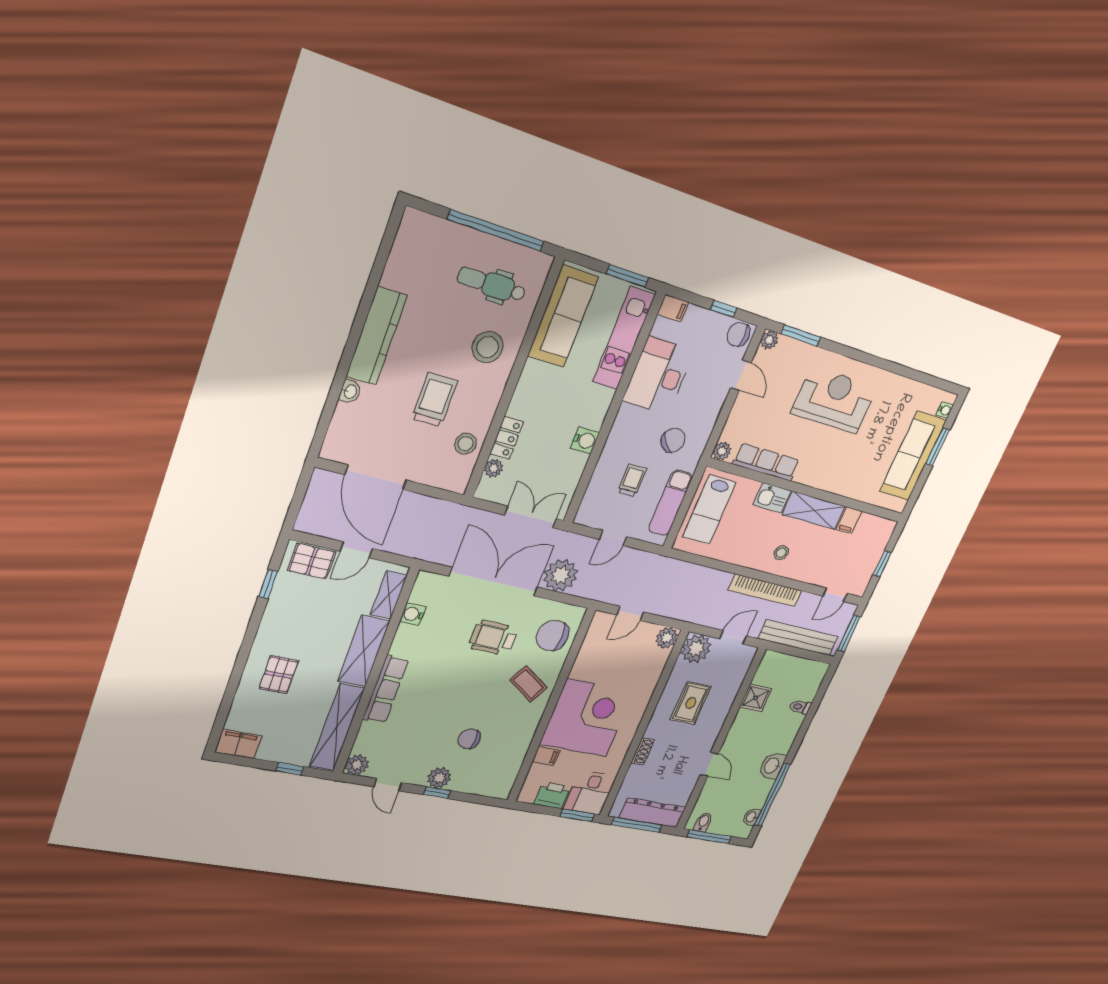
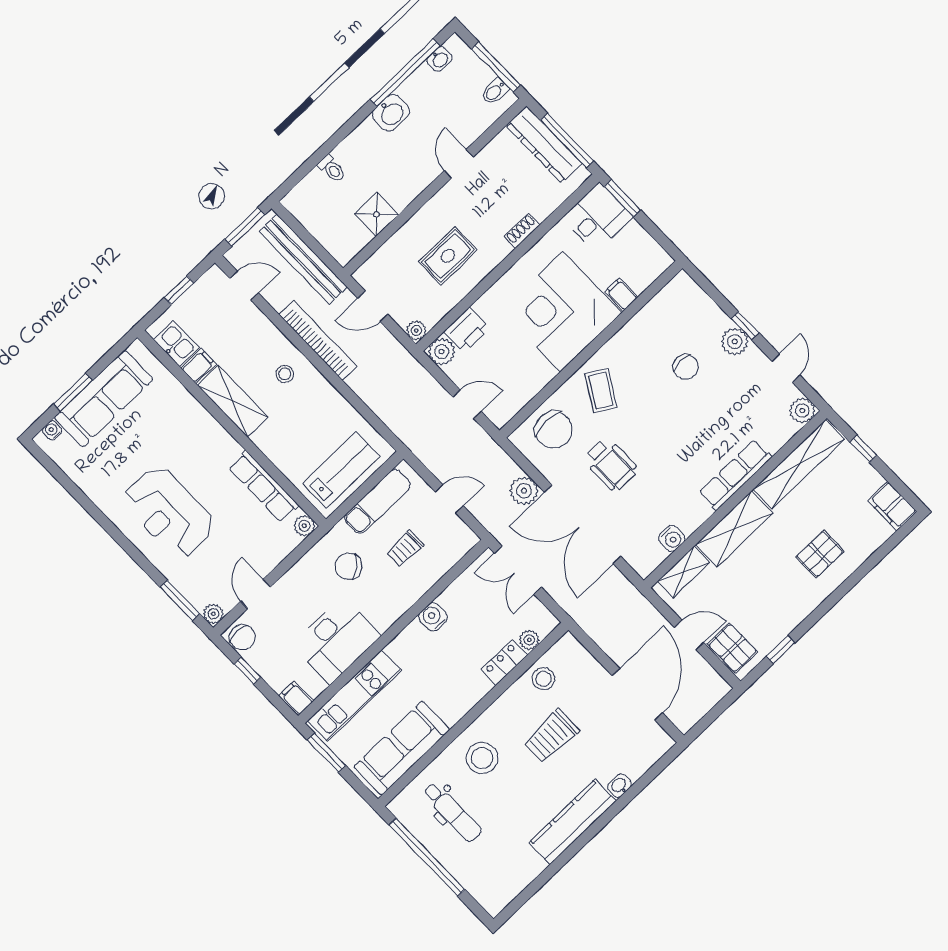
kitchen sink: (772, 498) -> (176, 344), moved
plant: (561, 575) -> (524, 491), width x0.73, depth x0.73
plant: (696, 649) -> (416, 330), width x0.53, depth x0.53
printer: (552, 795) -> (467, 330), moved, turned -90

